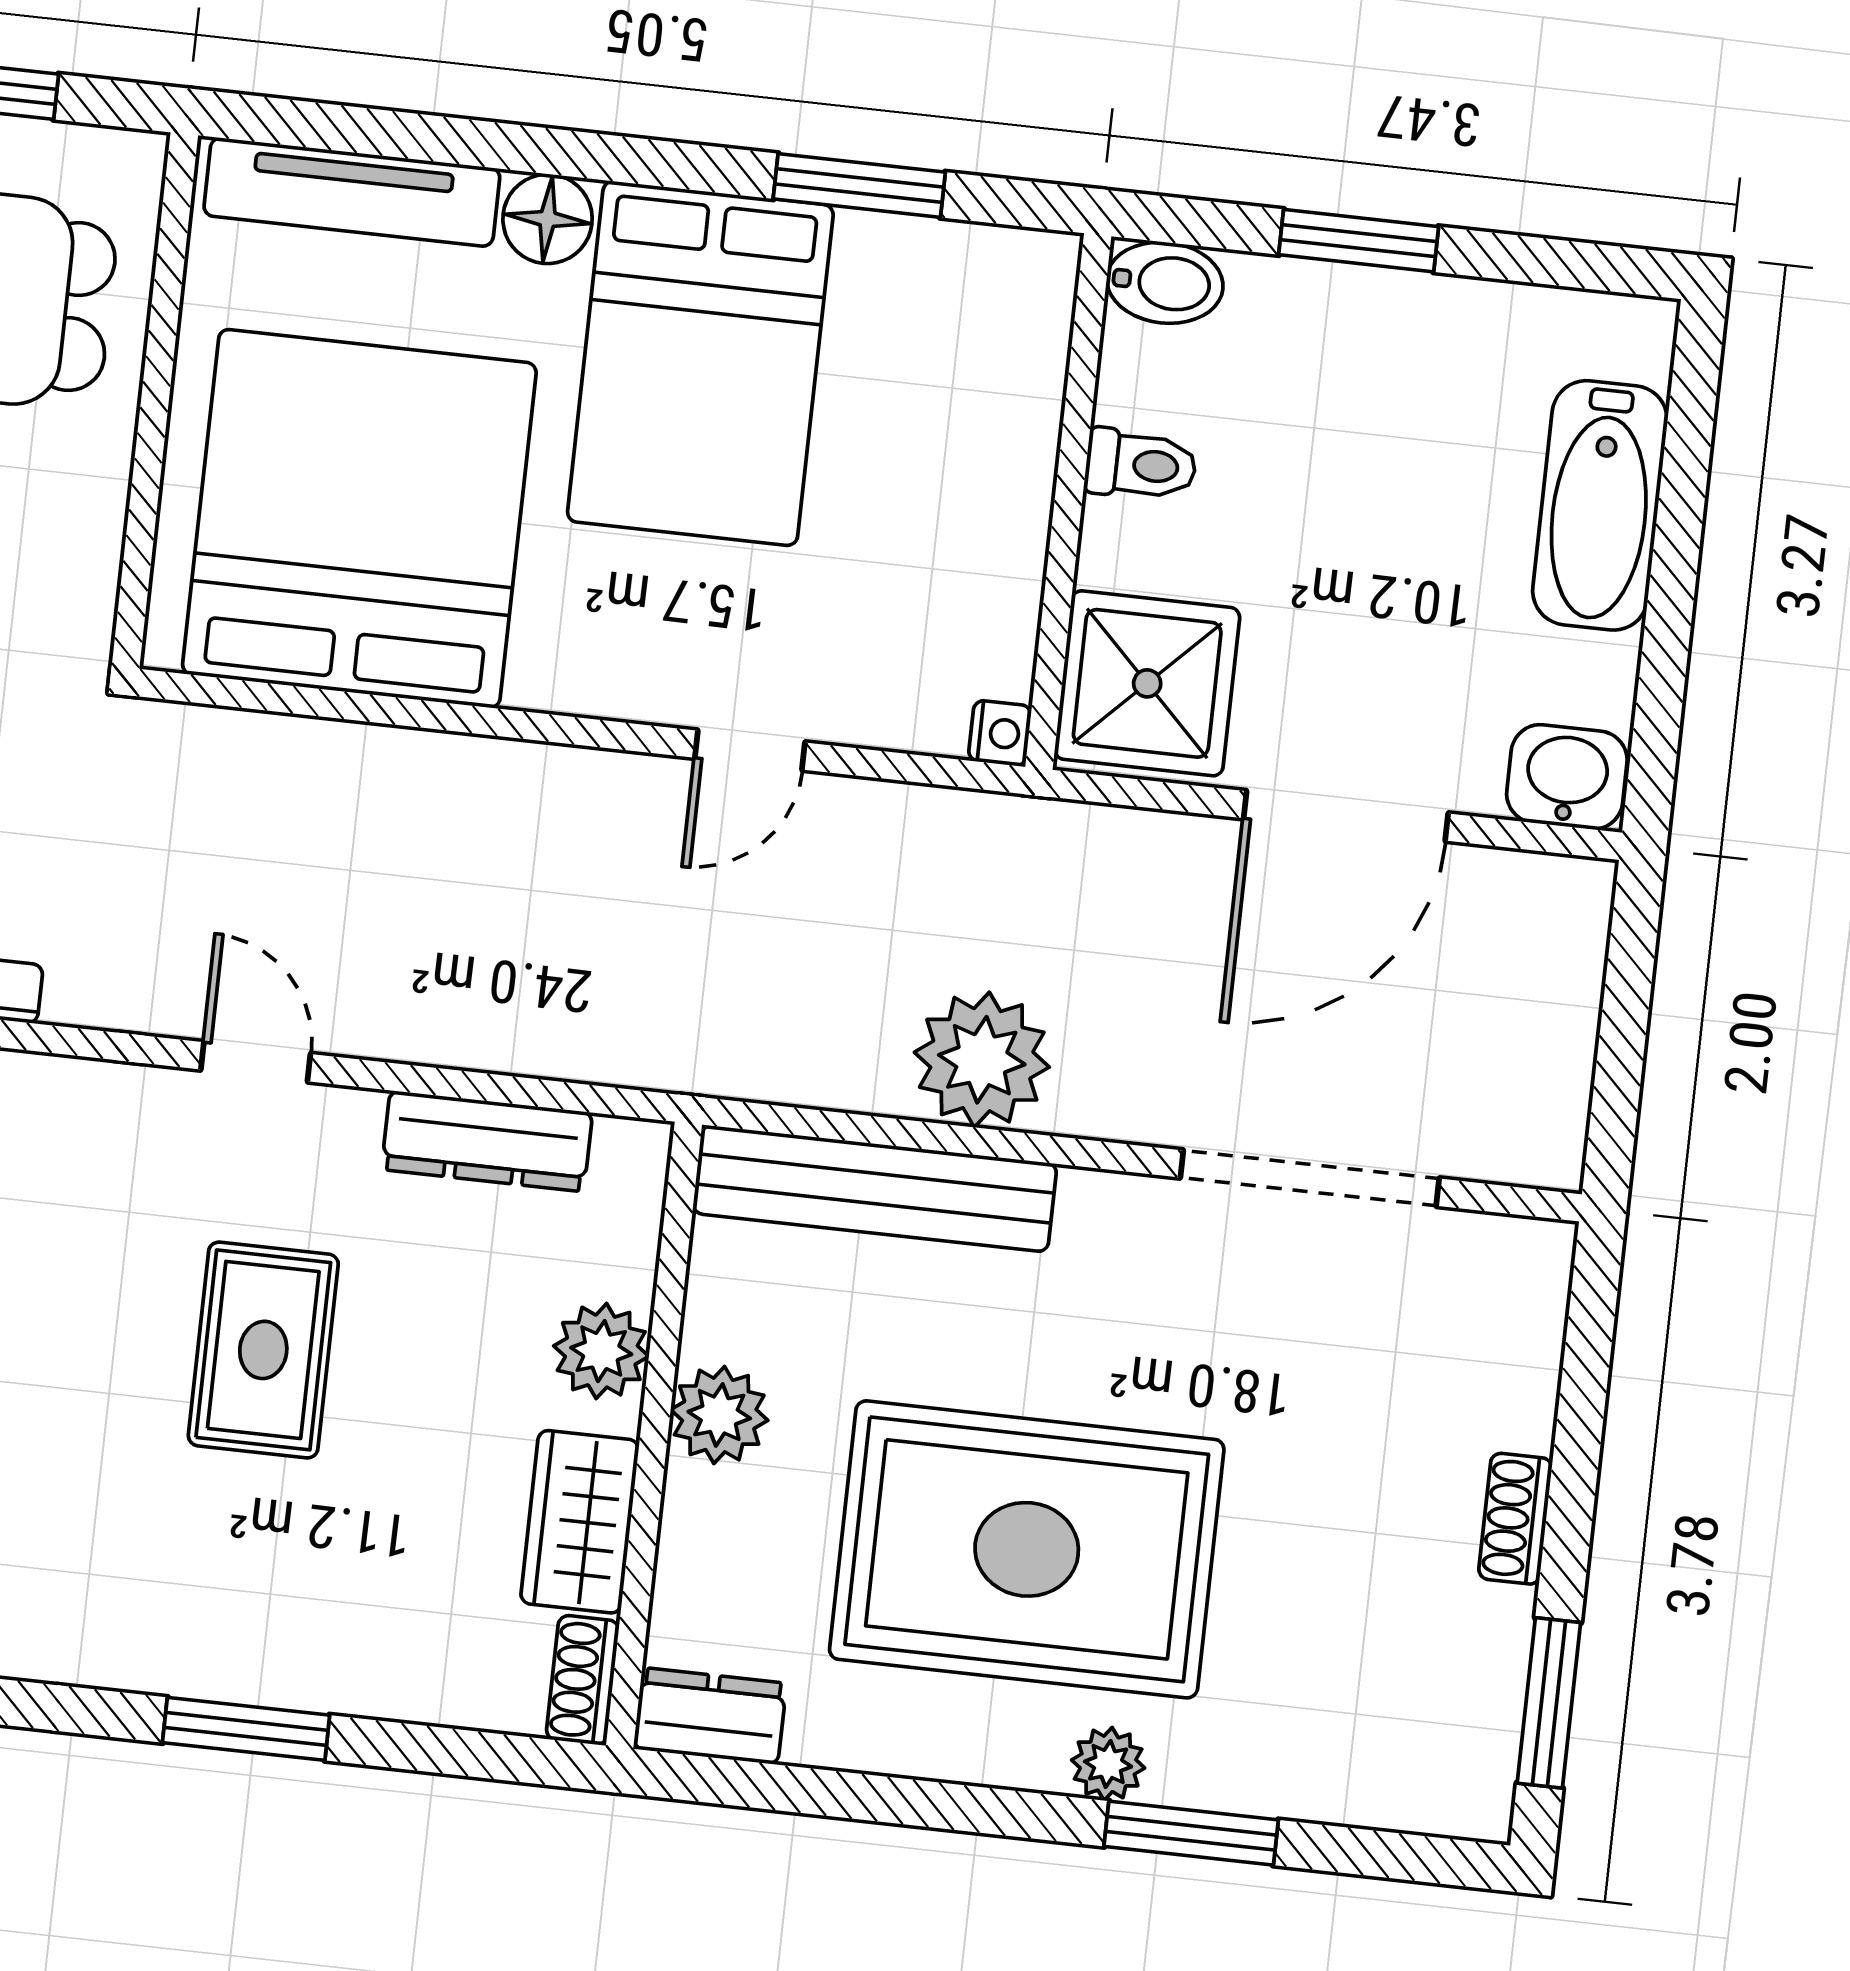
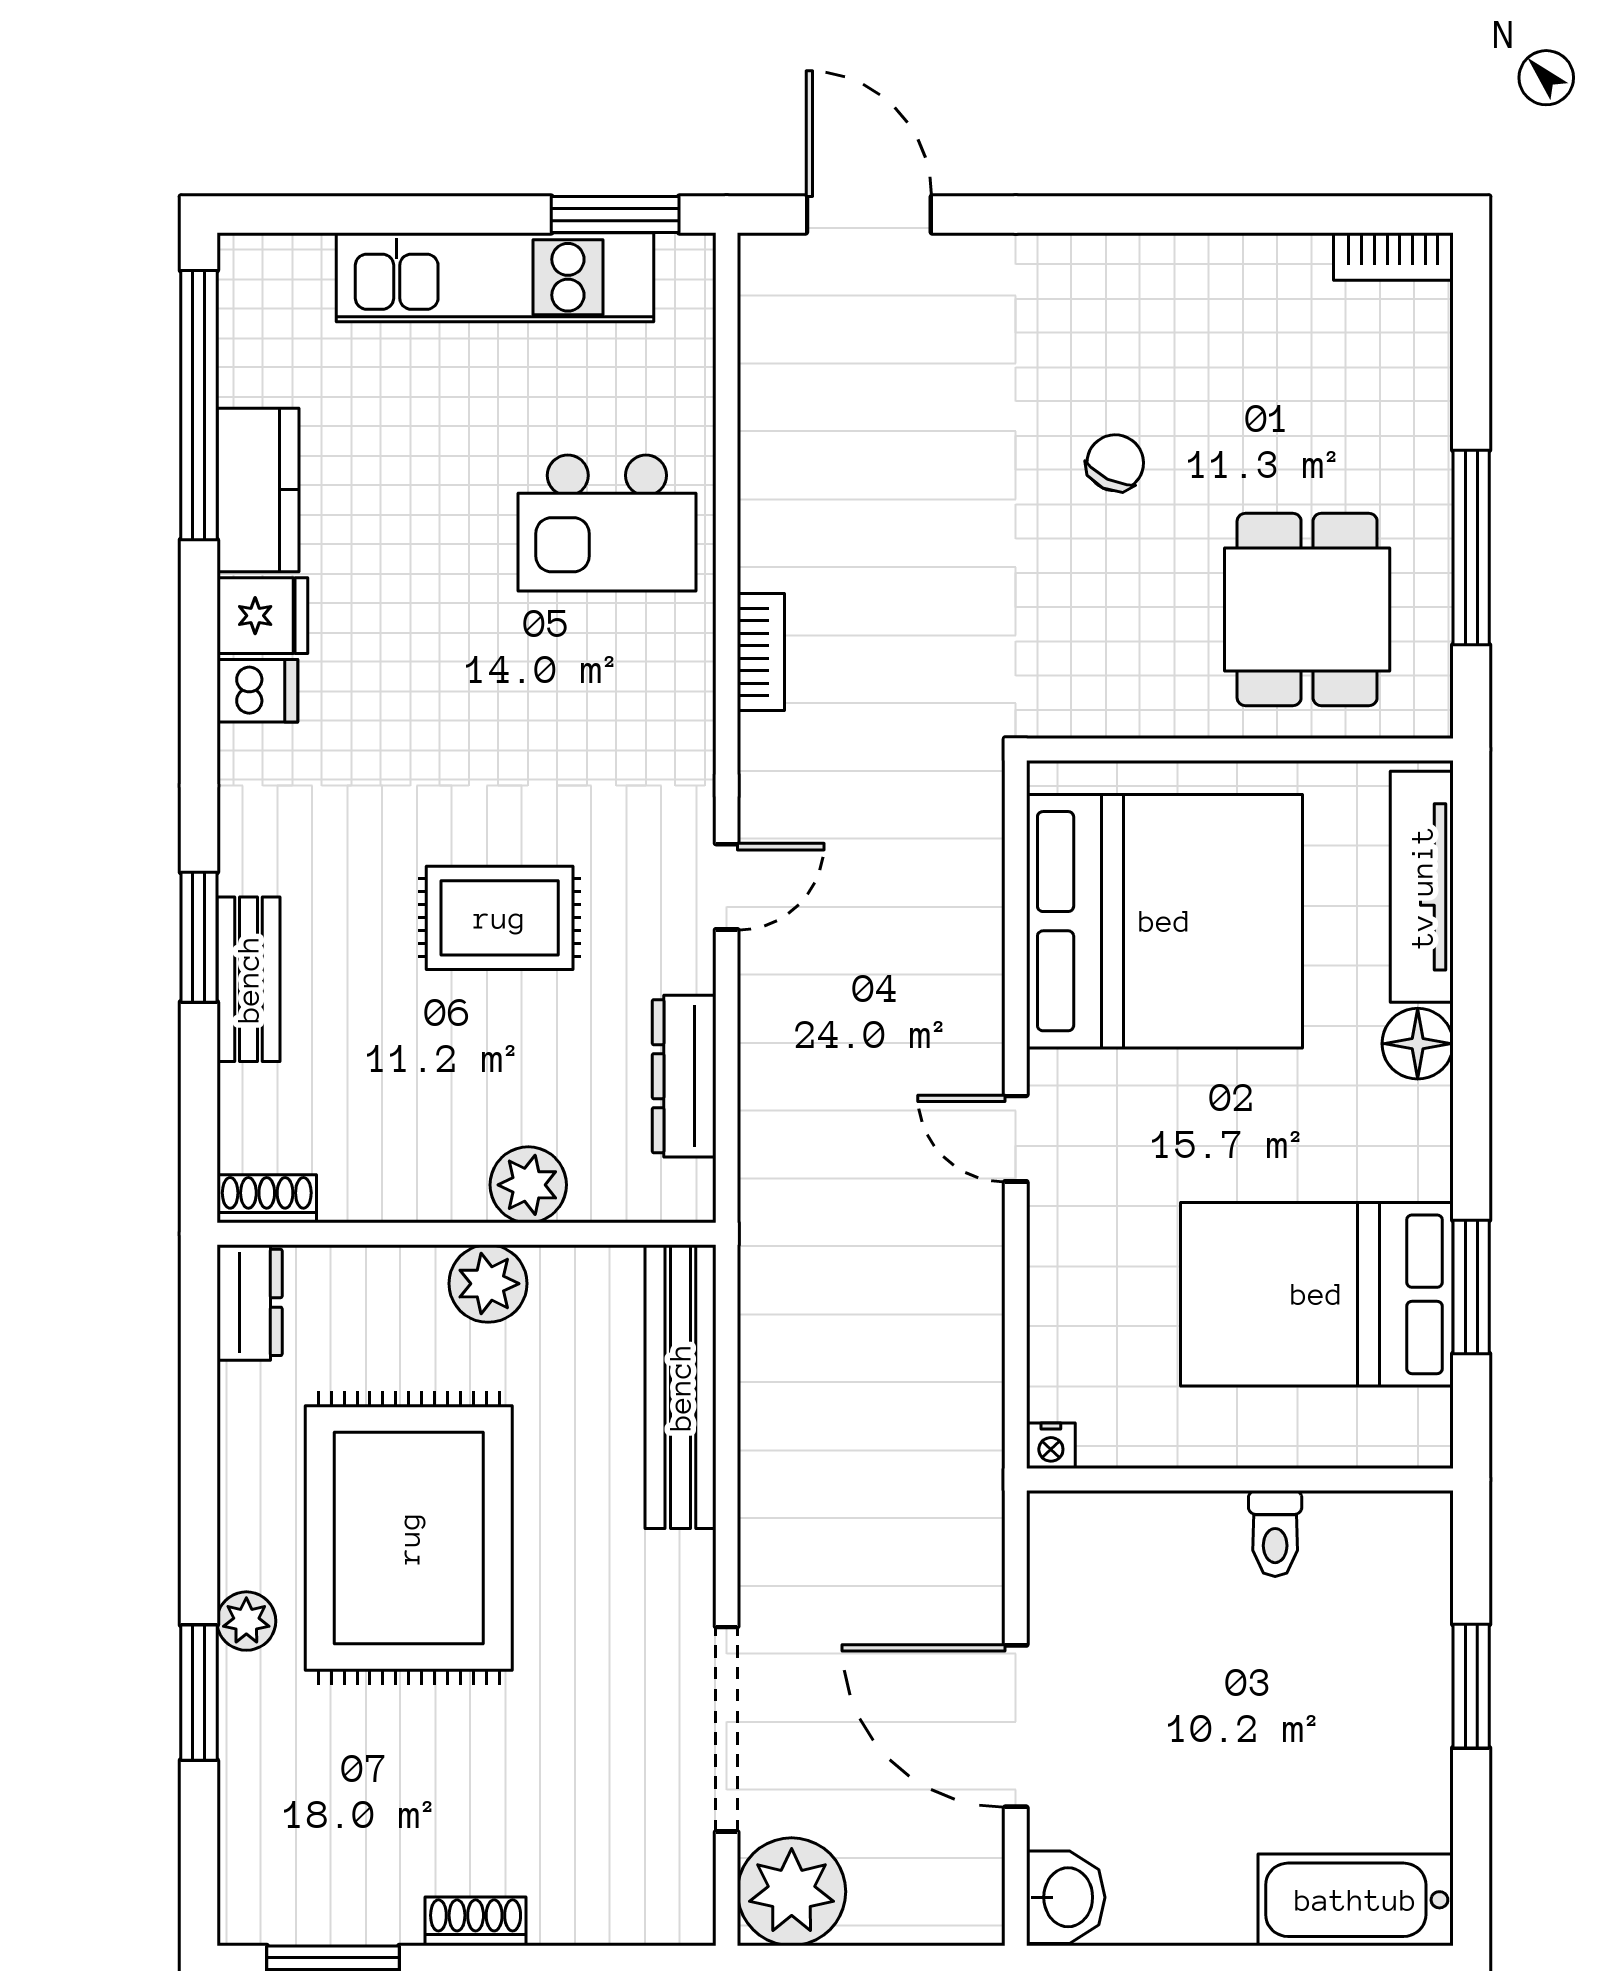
bidet: (1165, 283) -> (1421, 1537), removed
bed: (700, 363) -> (1317, 1294), moved
bathtub: (1600, 505) -> (1356, 1900), moved
shower: (1147, 683) -> (1103, 1558), removed
door: (750, 750) -> (1016, 1139), moved
plant: (982, 1060) -> (792, 1892), moved
wardrobe: (580, 1522) -> (392, 1183), removed
bench: (305, 1673) -> (248, 979), added

